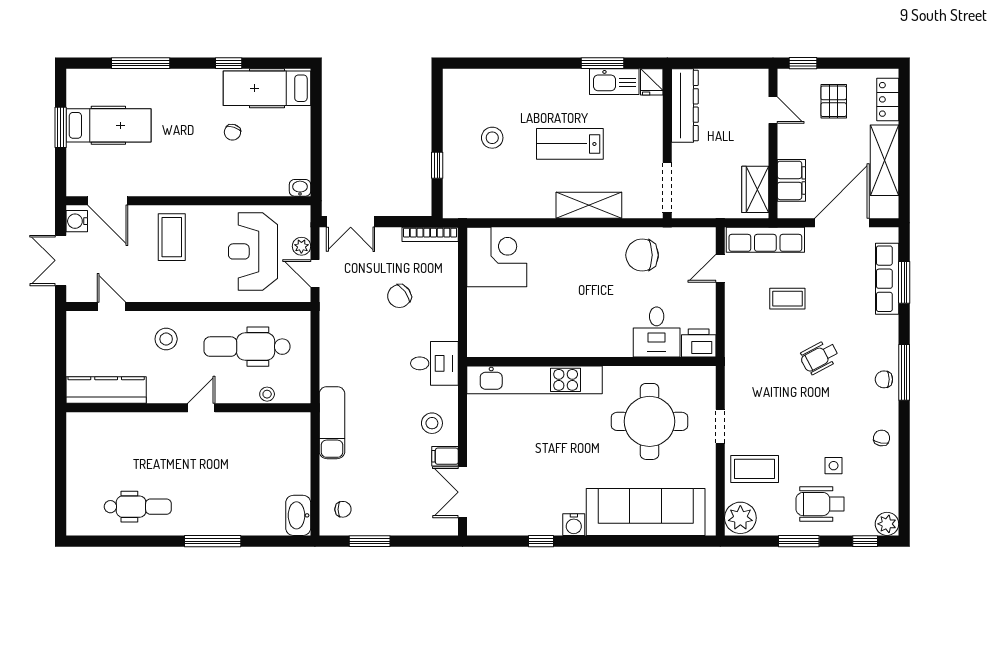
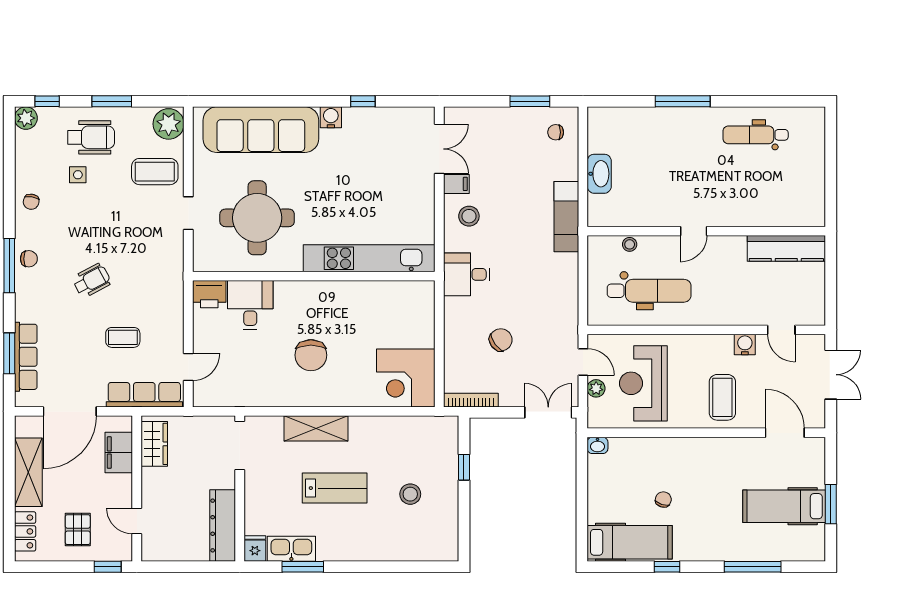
water cooler: (77, 221) -> (745, 344), moved, turned -90
reception desk: (253, 251) -> (643, 383), turned 180
chair: (642, 255) -> (311, 355), moved, turned 90
stool: (166, 339) -> (728, 298), removed
washbasin: (298, 515) -> (599, 174), moved

